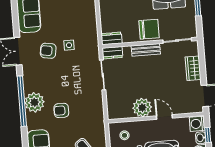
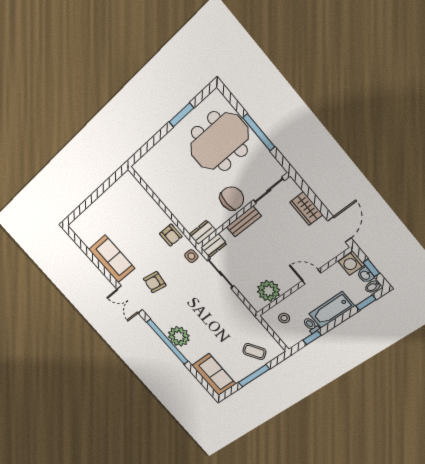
side table: (69, 45) -> (191, 256), moved
plant: (142, 108) -> (269, 291), moved
armchair: (61, 110) -> (171, 235), moved, turned -90

